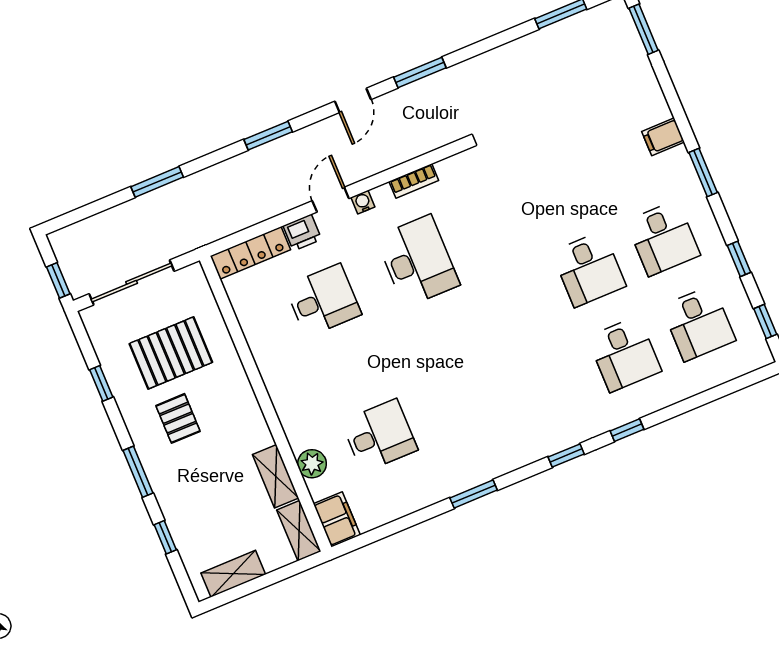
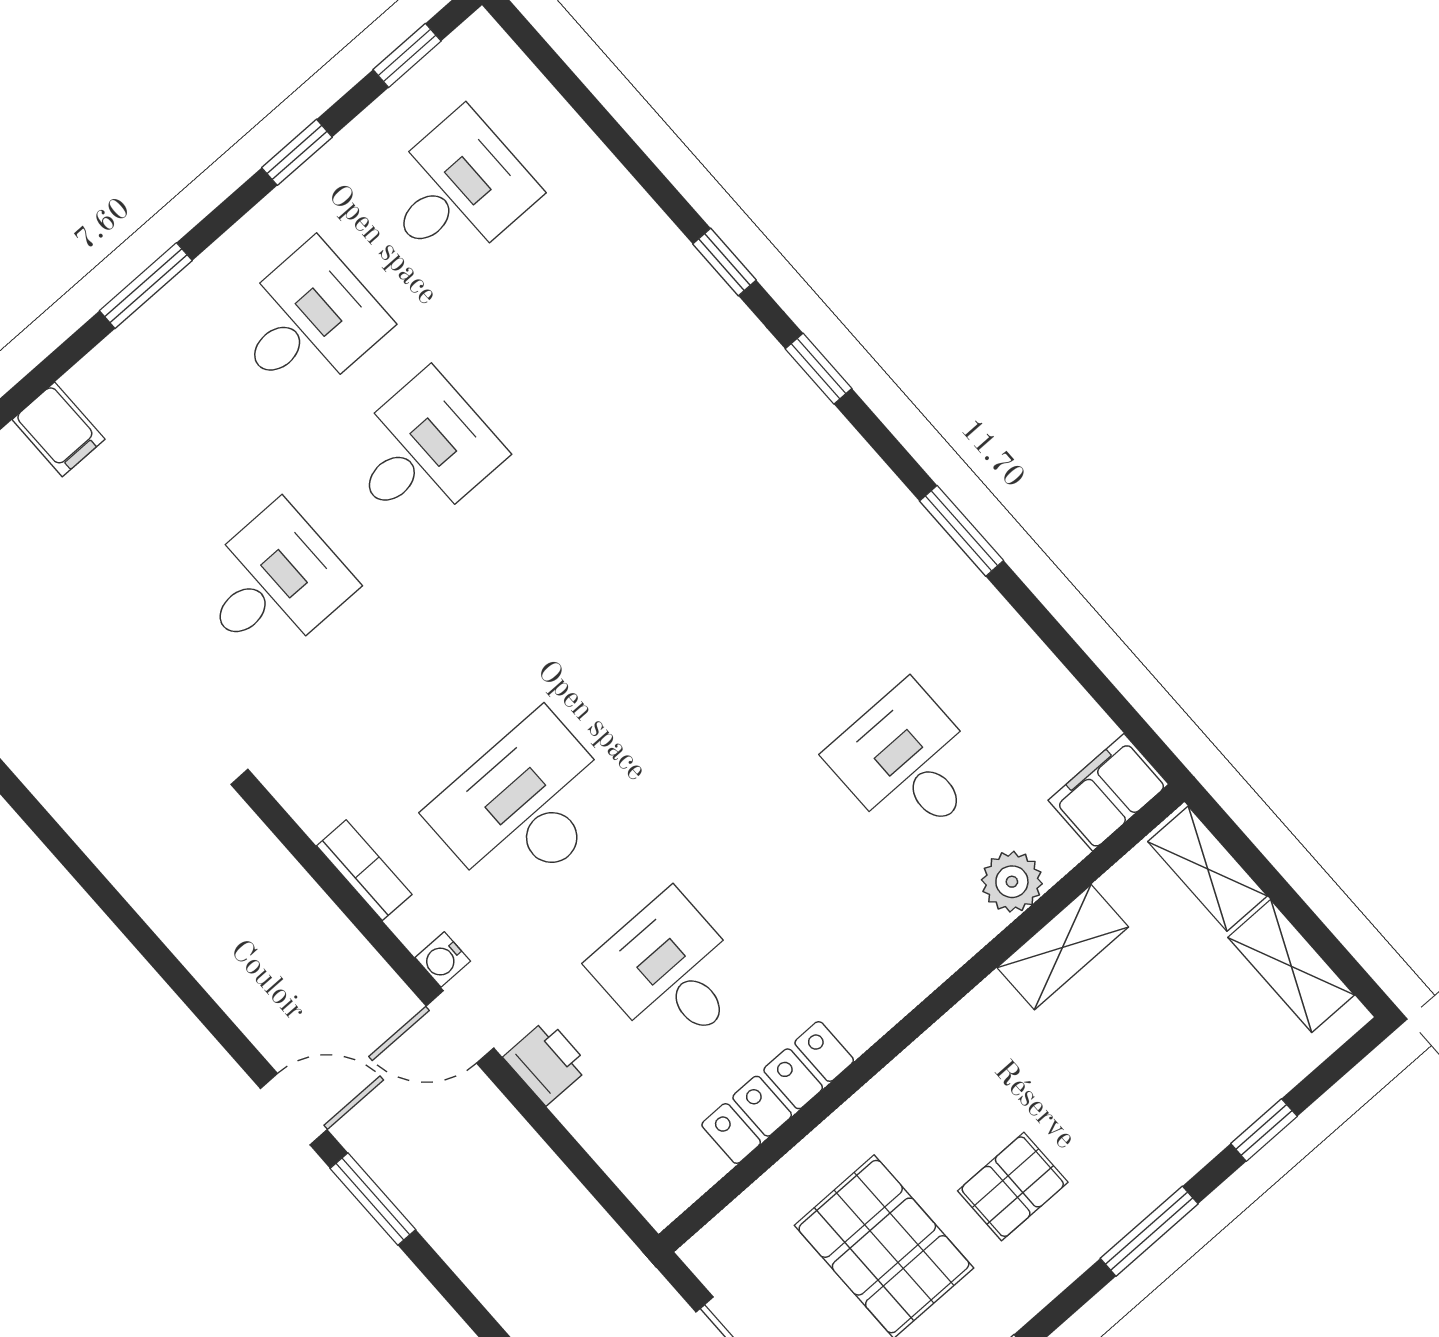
window: (420, 73) -> (139, 933), removed
door: (353, 100) -> (294, 1109), moved
filing cabinet: (663, 137) -> (58, 429), moved
locker: (250, 253) -> (778, 1093), moved, turned -90
desk: (624, 354) -> (273, 583), moved
shelving: (299, 531) -> (1208, 869), moved, turned 90

